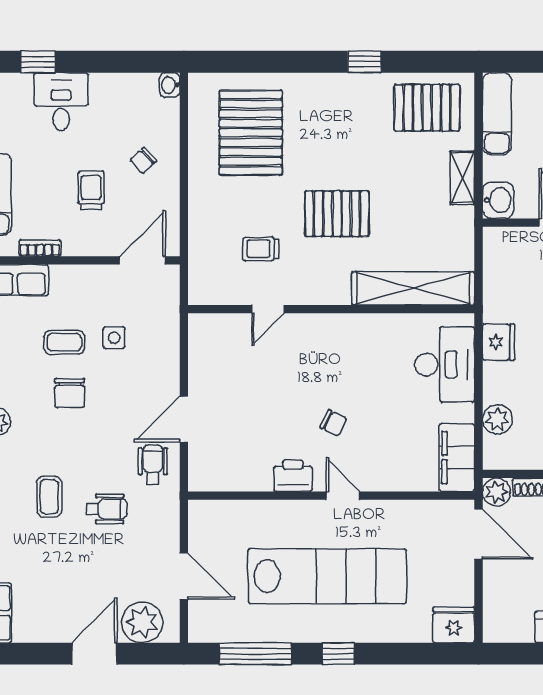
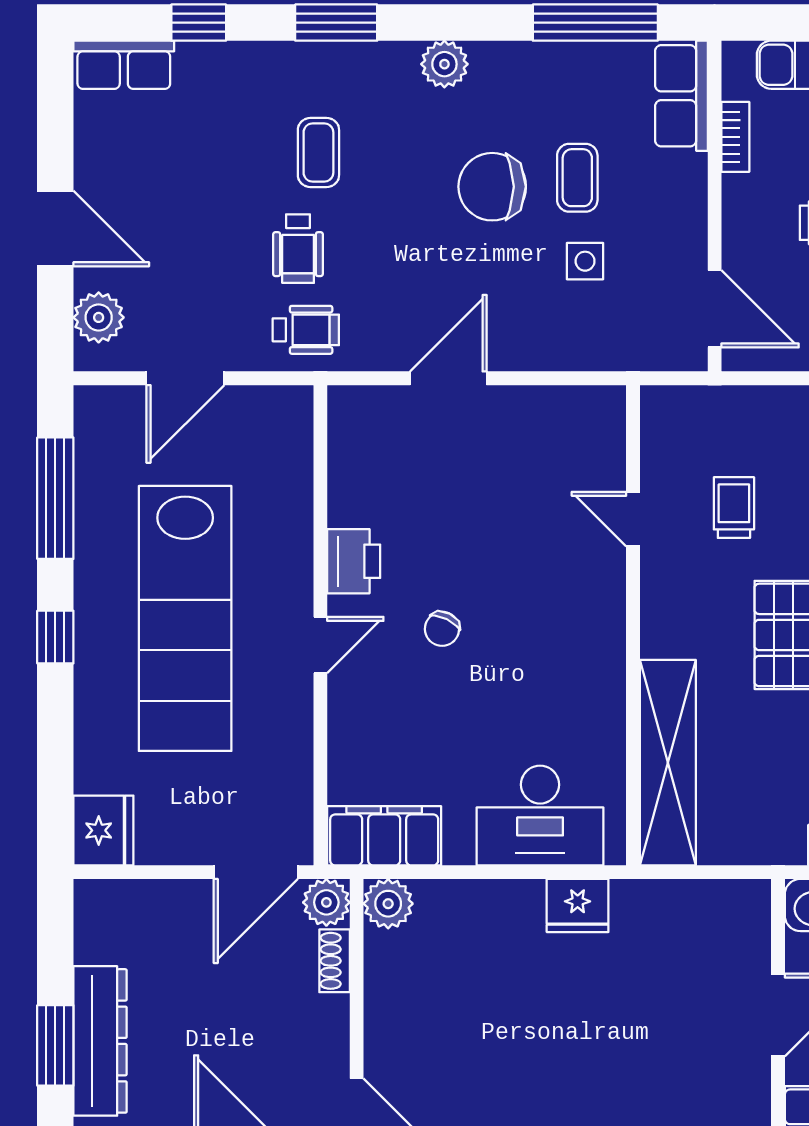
chair: (70, 393) -> (492, 187), width x1.37, depth x1.37
door: (184, 419) -> (448, 378), hinge flipped
plant: (497, 419) -> (388, 904), moved
wheelchair: (153, 464) -> (306, 330), moved
coffee table: (49, 497) -> (318, 153), turned 90
plant: (142, 622) -> (99, 317), width x0.73, depth x0.73

